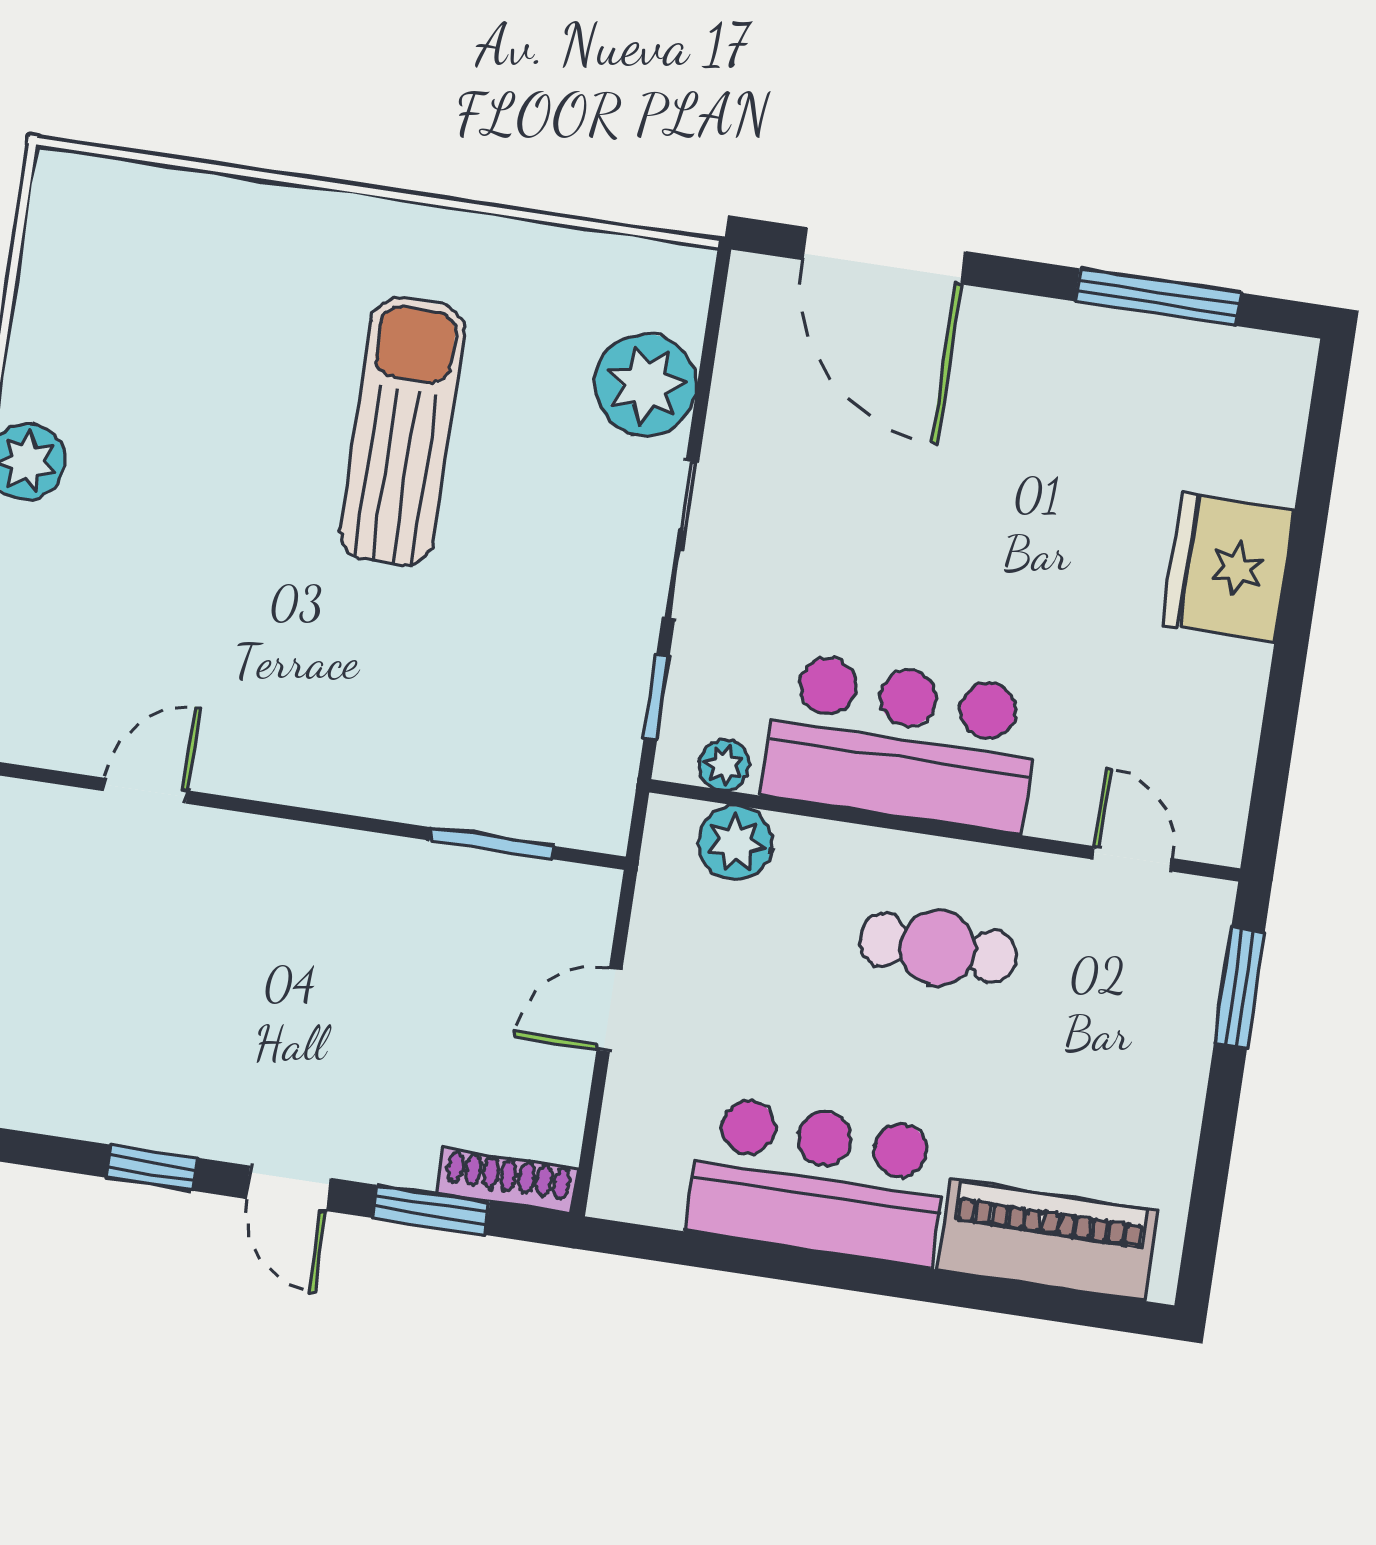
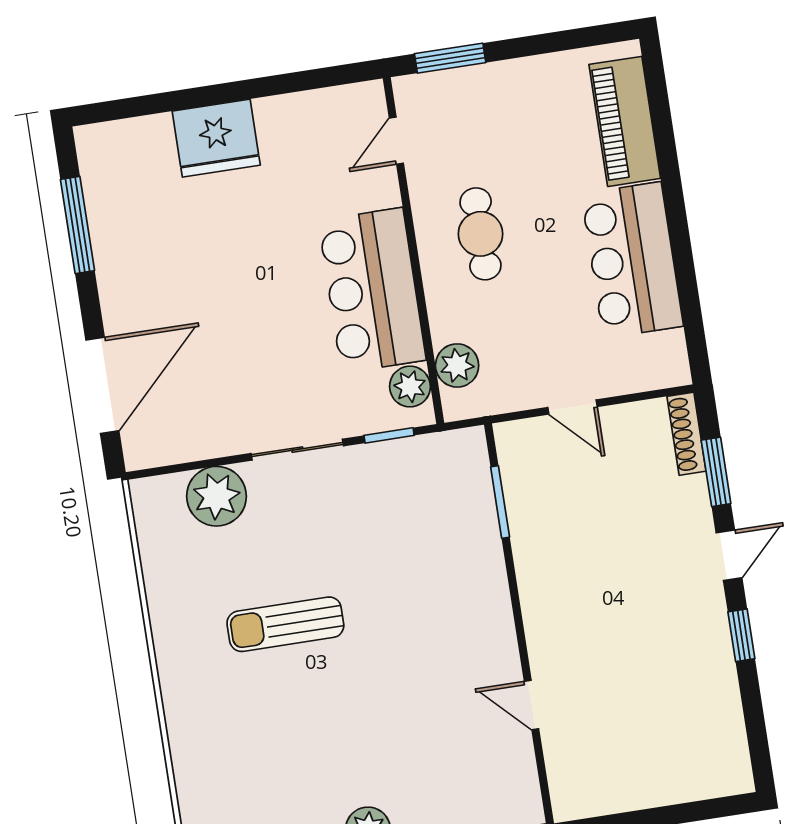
sun lounger: (402, 432) -> (285, 624), width x0.73, depth x0.75
plant: (724, 765) -> (410, 387), width x1.38, depth x1.38

